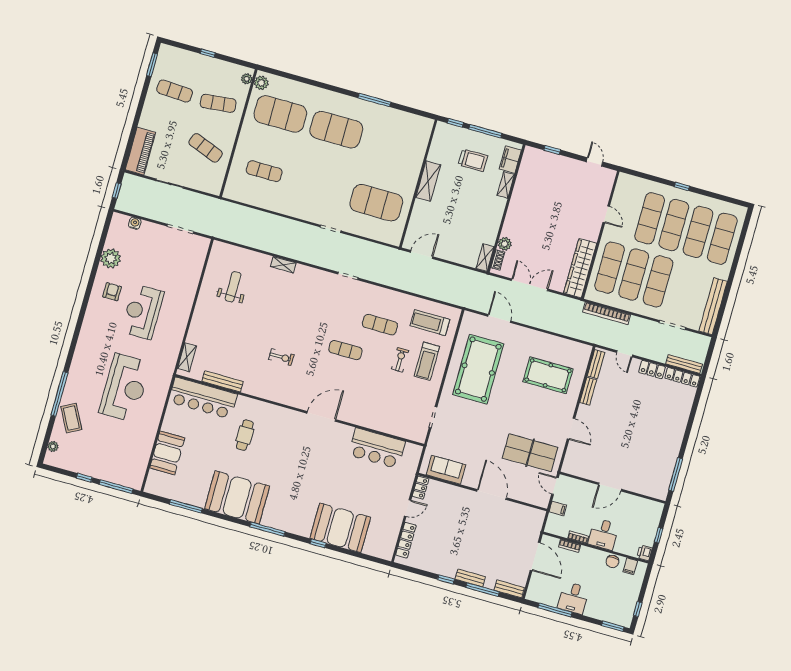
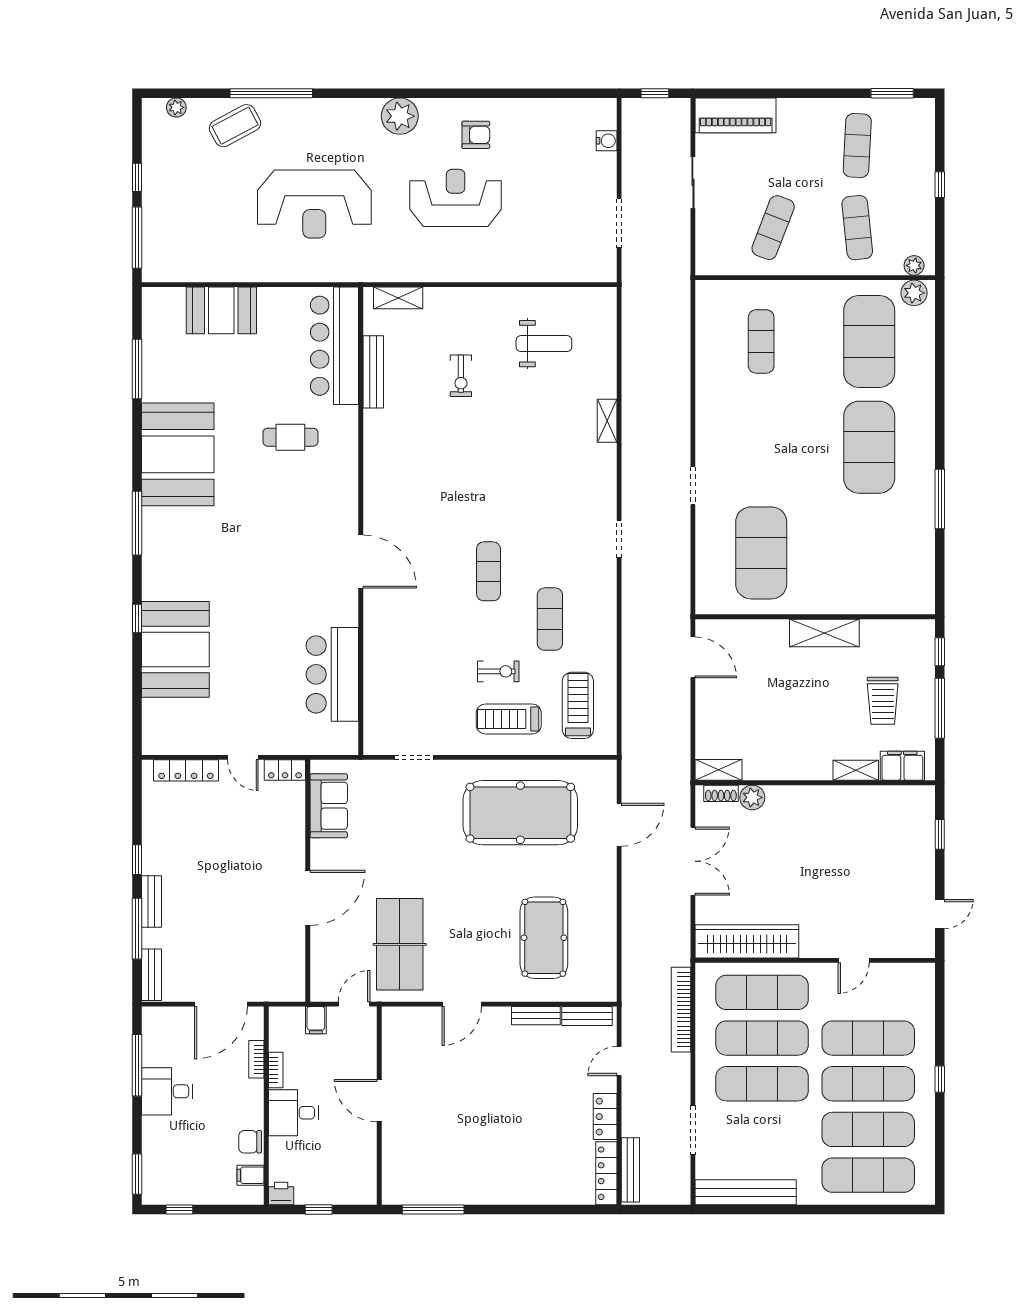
plant: (111, 258) -> (400, 116), moved
exercise bike: (281, 357) -> (461, 376), moved

